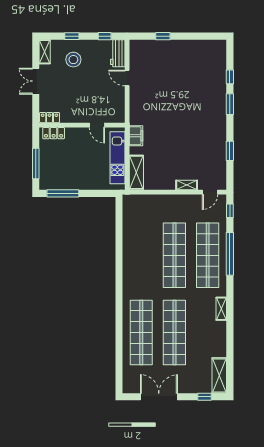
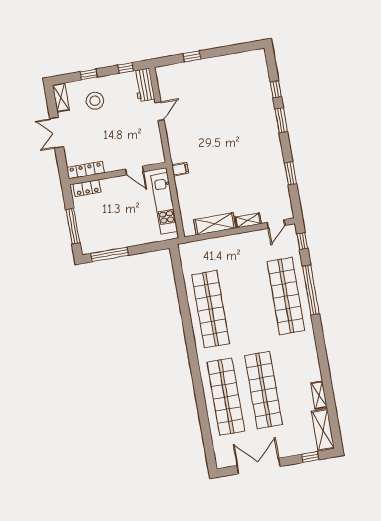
door: (127, 78) -> (159, 111), swing flipped
locker: (50, 118) -> (86, 170), width x1.53
filing cabinet: (136, 136) -> (180, 169), width x0.50
shelving: (136, 172) -> (215, 224), moved, turned 90
shop shelf: (174, 255) -> (211, 309), moved
shelving: (221, 309) -> (319, 395), moved

